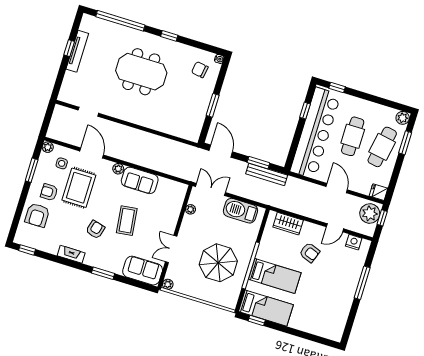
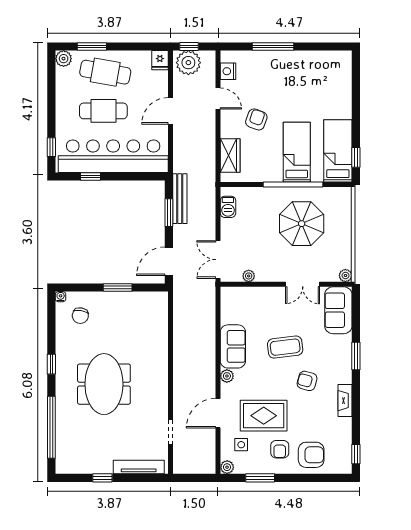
tv unit: (77, 51) -> (139, 467), moved
barbecue: (240, 211) -> (228, 207), width x0.53, depth x0.65

